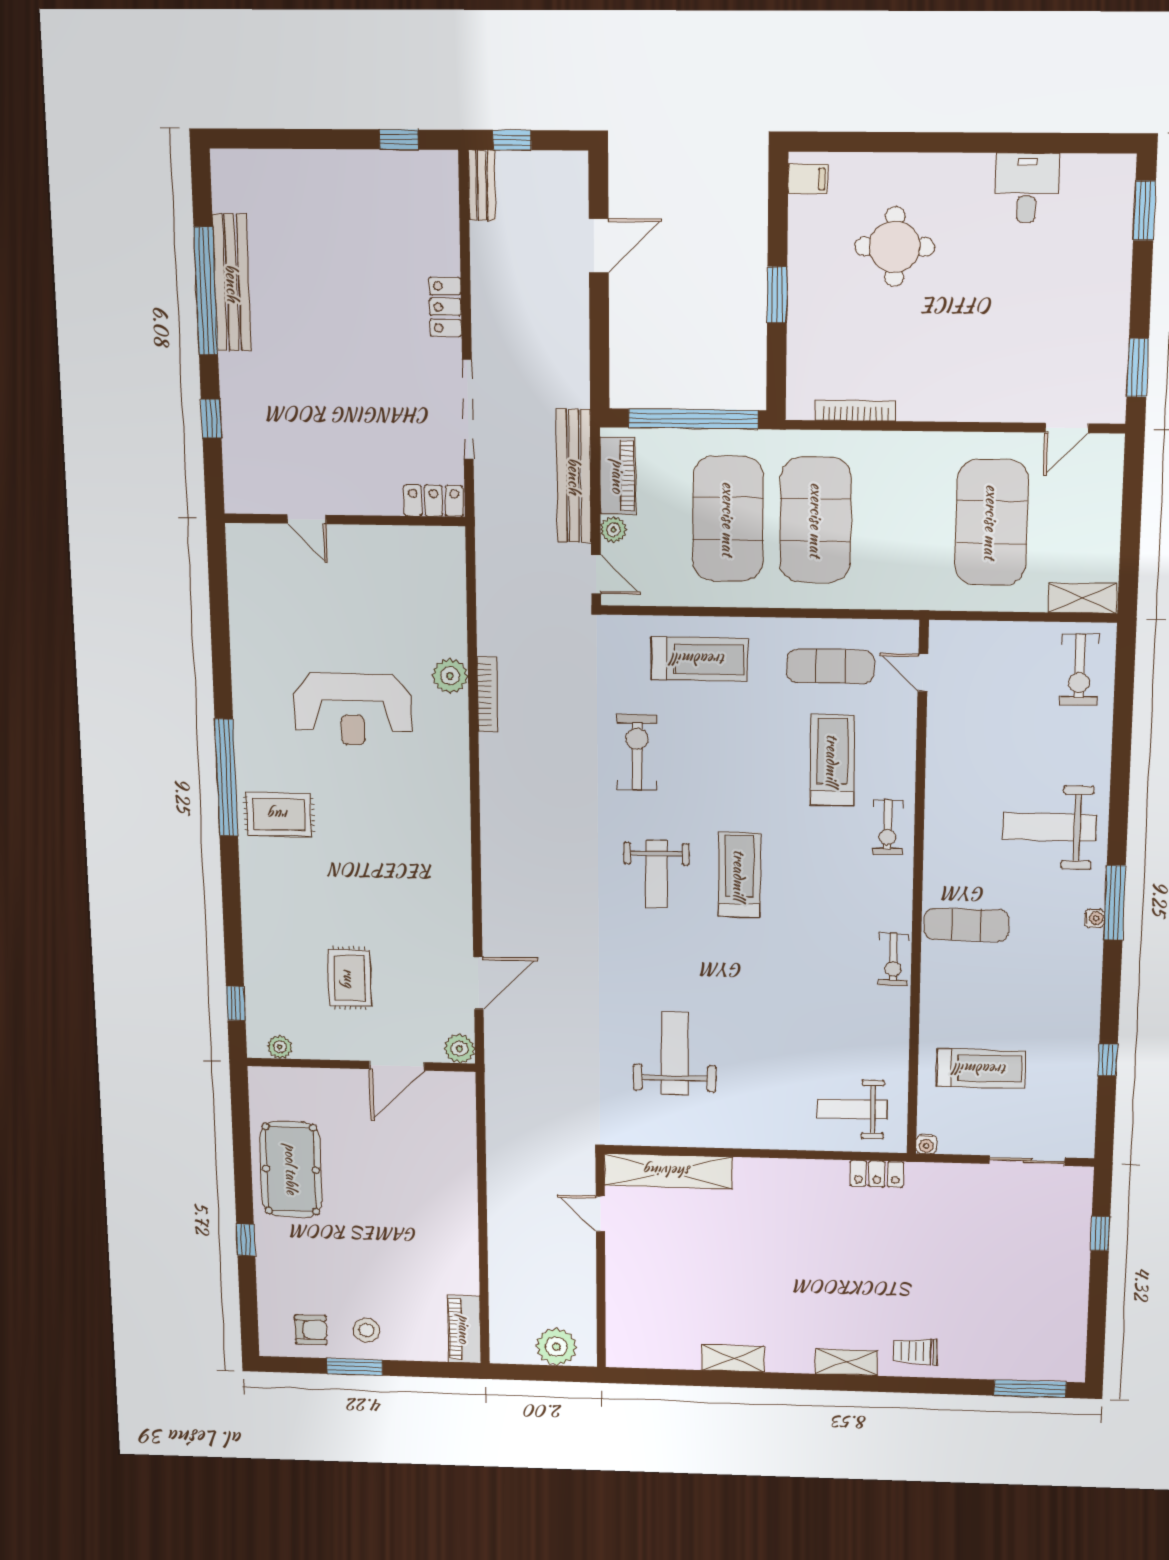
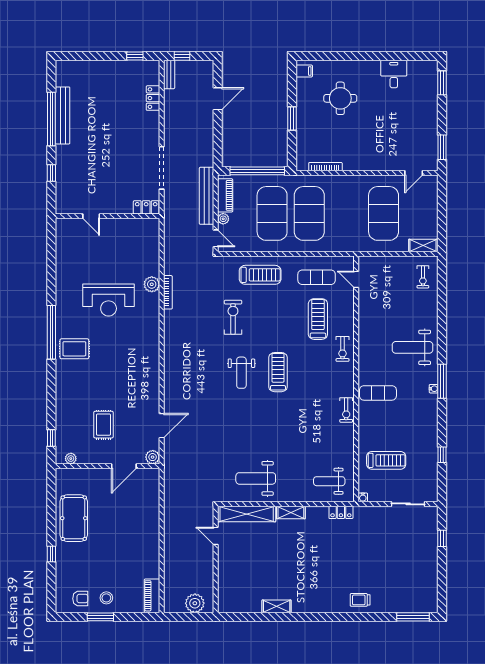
locker: (445, 307) -> (153, 98), moved
exercise bike: (1080, 670) -> (423, 277), width x0.73, depth x0.72
weight bench: (675, 1053) -> (256, 478), moved, turned -90
shelving: (846, 1362) -> (291, 512), moved

